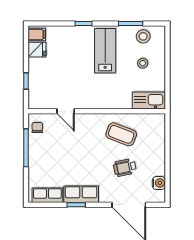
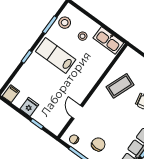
fridge: (37, 50) -> (29, 107), moved
kitchen sink: (149, 101) -> (108, 40), moved, turned -90
door: (66, 111) -> (77, 112), swing flipped
chair: (49, 154) -> (98, 144), added

